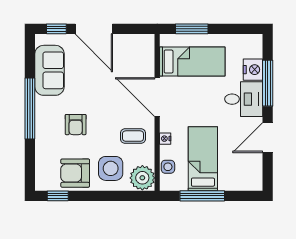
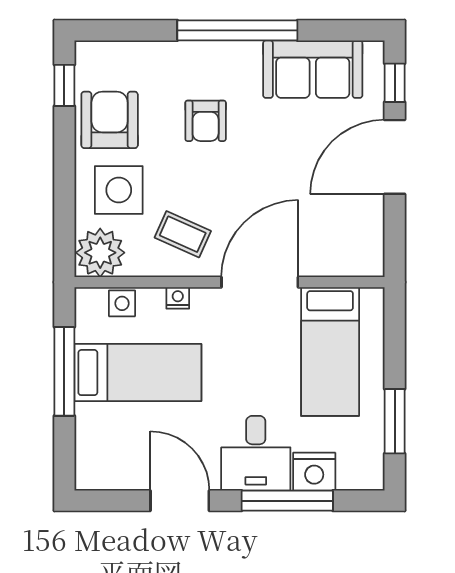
window: (192, 29) -> (395, 421), moved
armchair: (76, 125) -> (206, 121), turned -90
coffee table: (133, 136) -> (183, 234), turned -66

